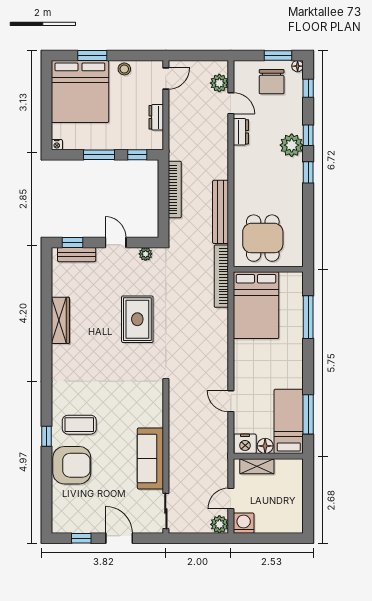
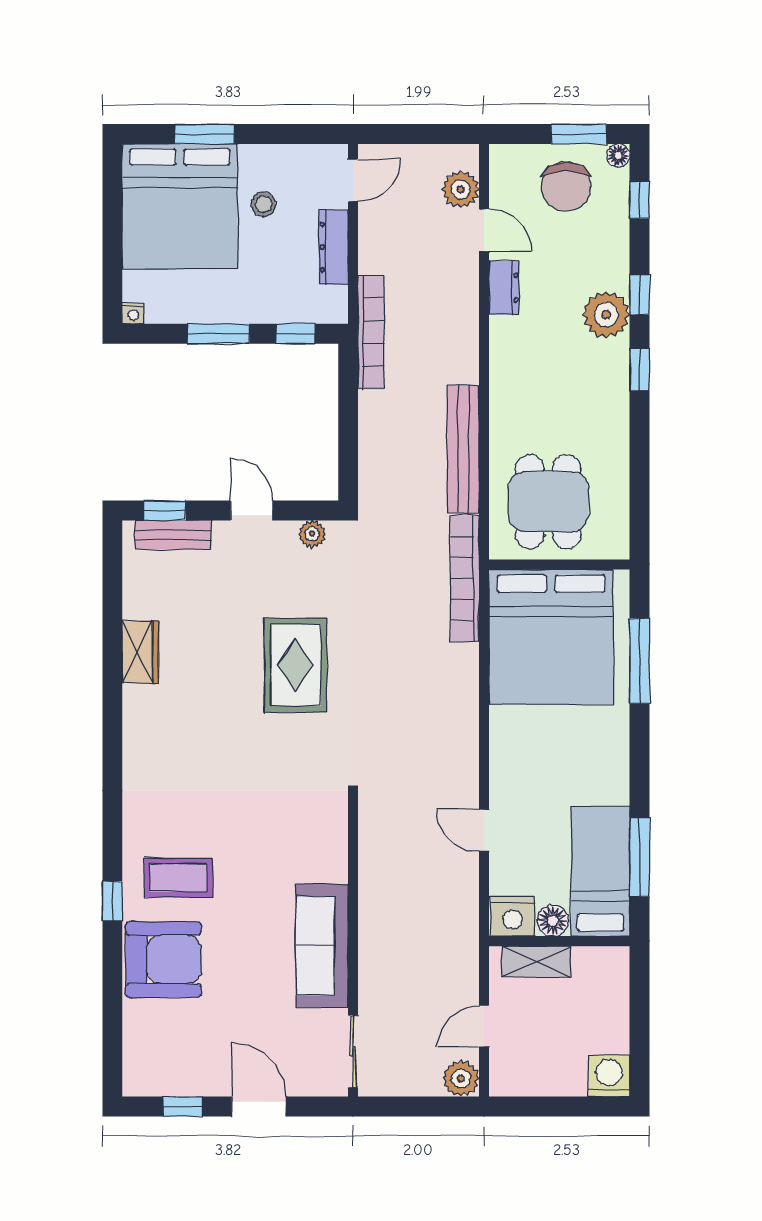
stool: (124, 69) -> (263, 204), moved
dresser: (156, 117) -> (334, 247), width x1.44
bookcase: (175, 189) -> (371, 332), moved
bed: (256, 305) -> (551, 637), width x1.36
wardrobe: (60, 320) -> (140, 652), width x0.67
washing machine: (244, 523) -> (609, 1076), moved

